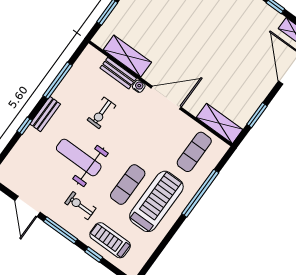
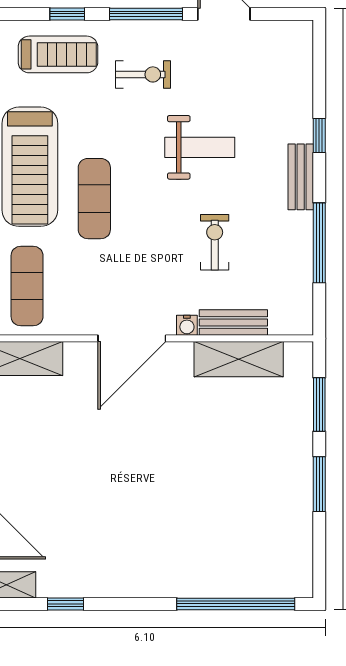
weight bench: (79, 157) -> (200, 147), width x0.73, depth x0.75
exercise mat: (128, 184) -> (94, 199), moved

